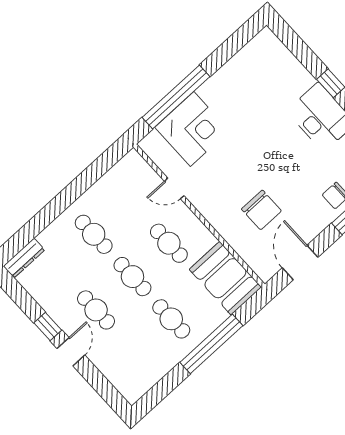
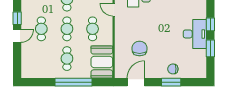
chair: (261, 210) -> (140, 49), turned 180

